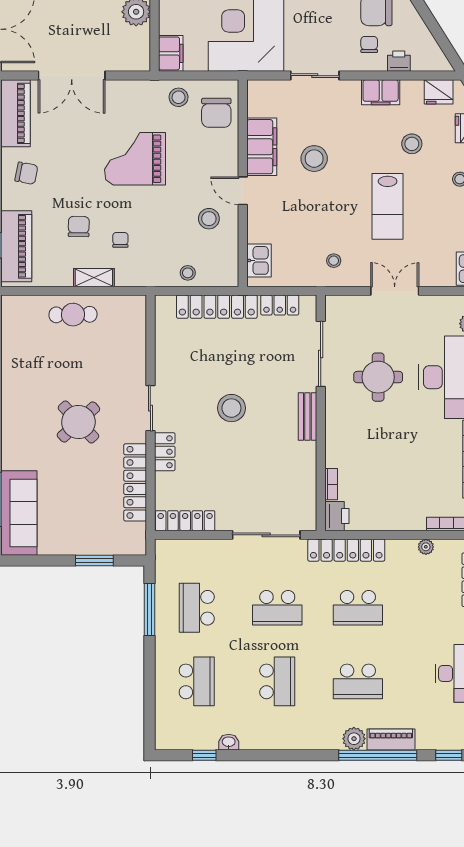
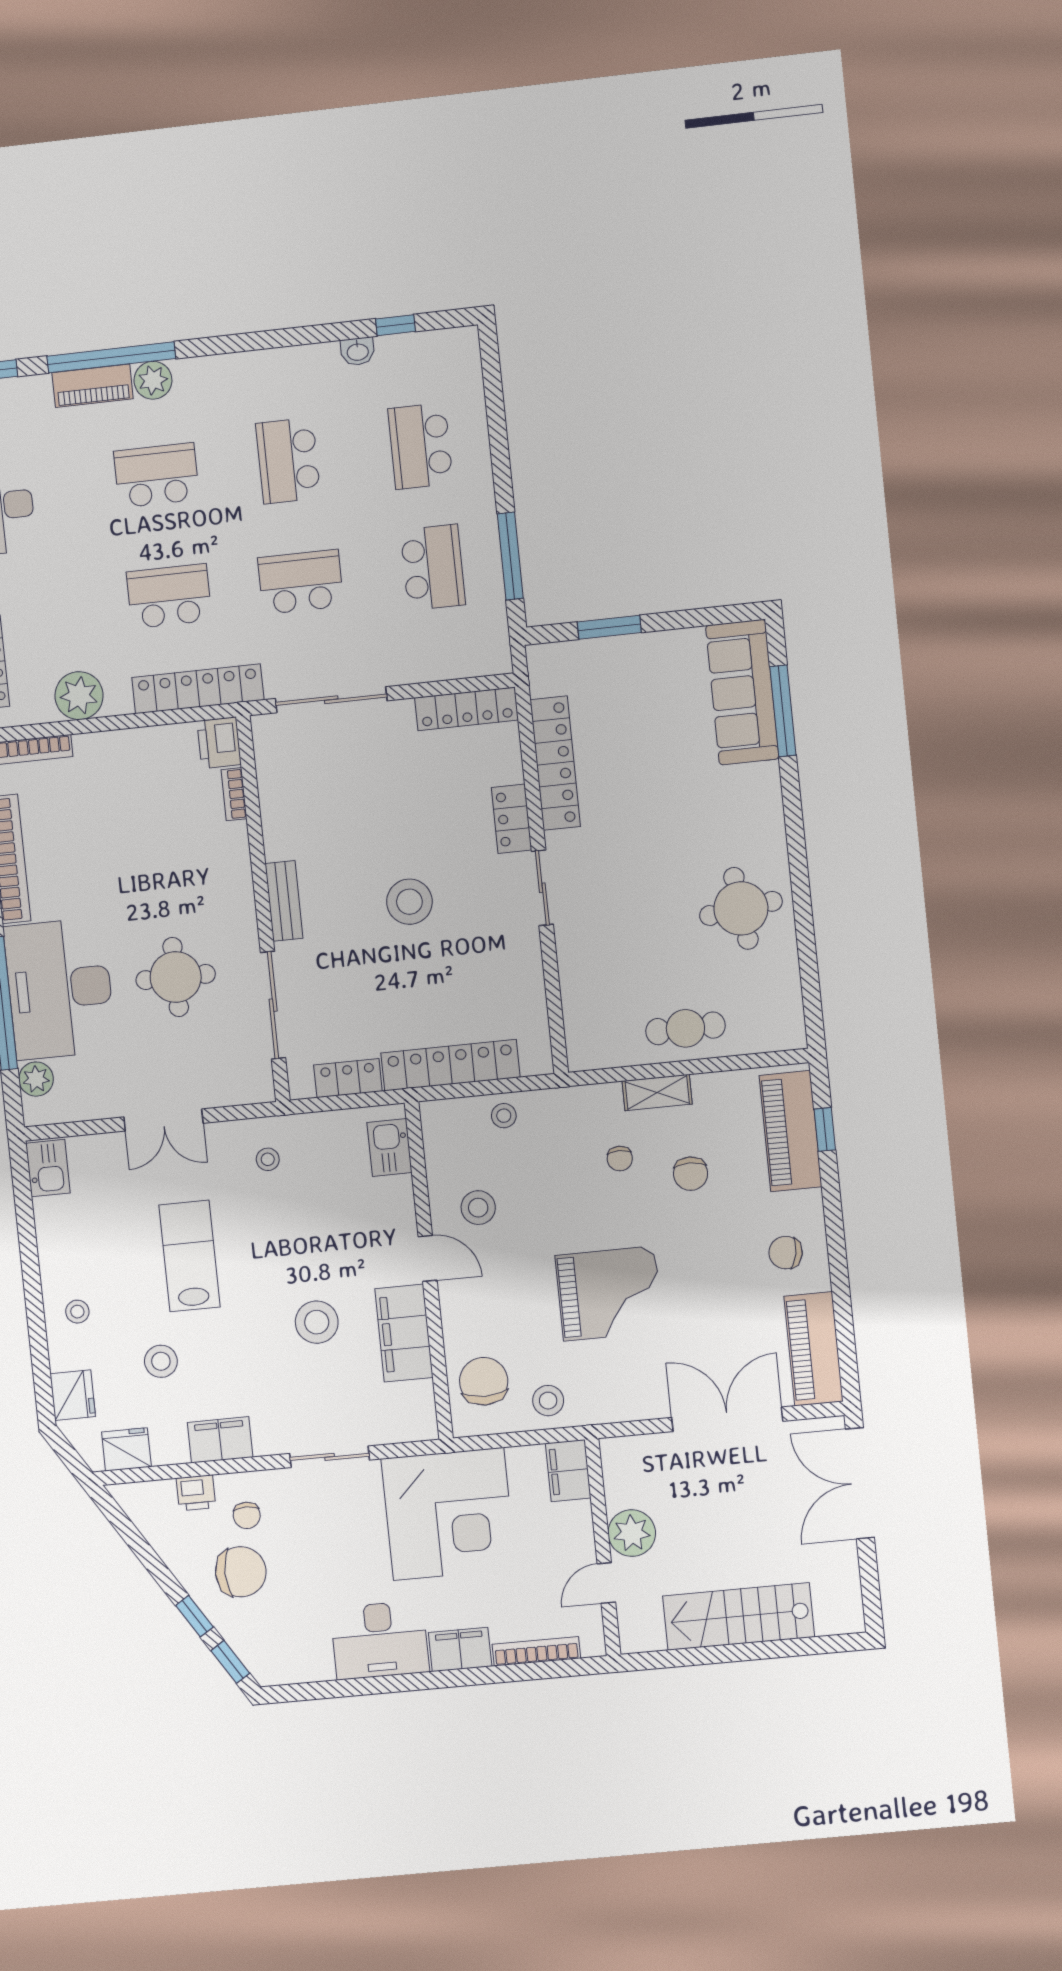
round table: (78, 422) -> (741, 908), moved, turned 36
plant: (426, 547) -> (79, 696), width x1.87, depth x1.87

